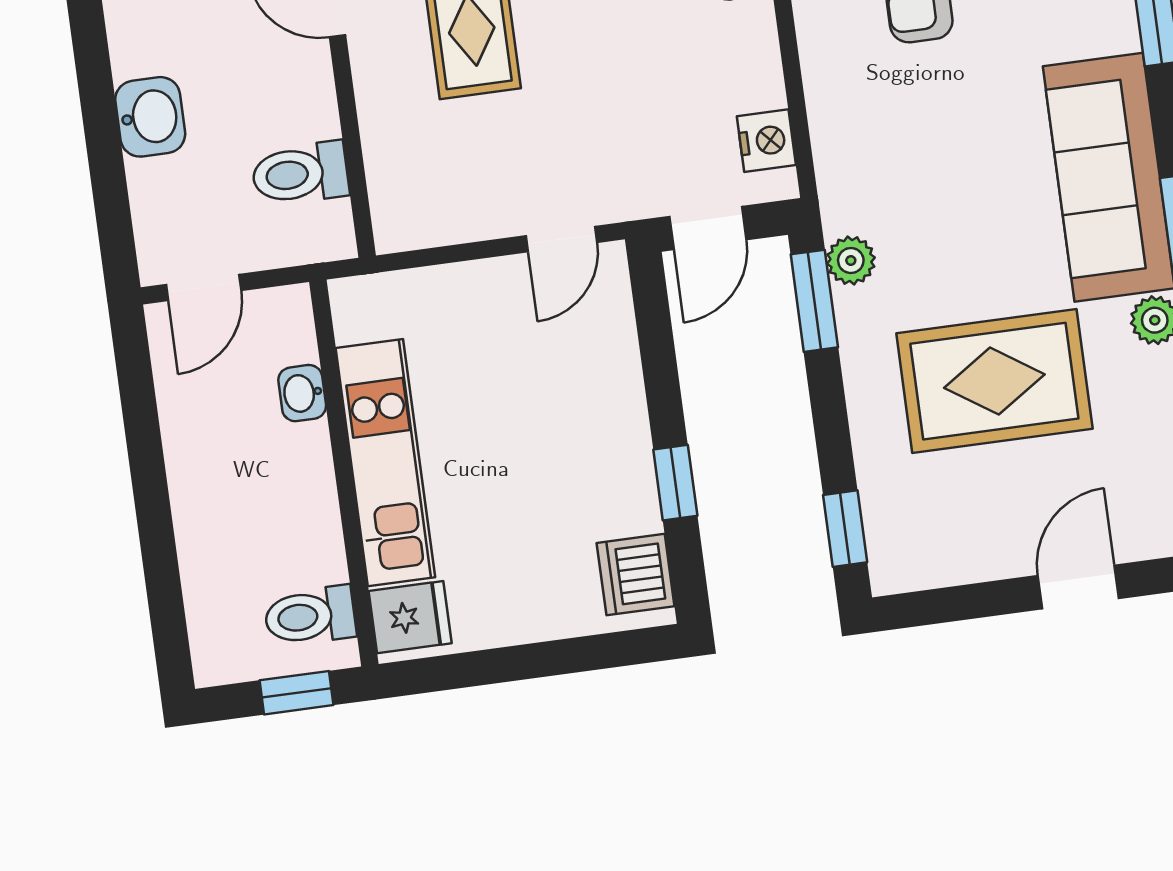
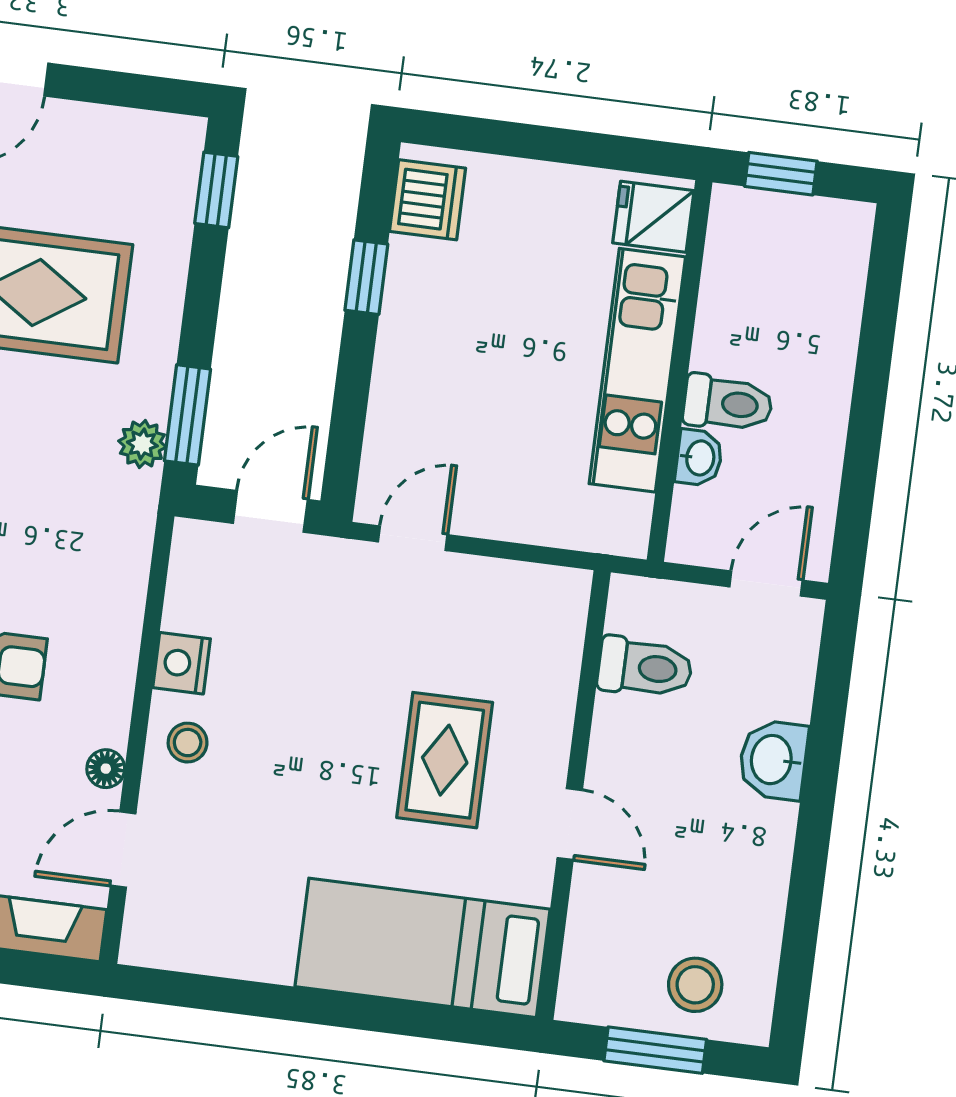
nightstand: (766, 141) -> (181, 663), moved
toilet: (310, 616) -> (728, 403), moved

